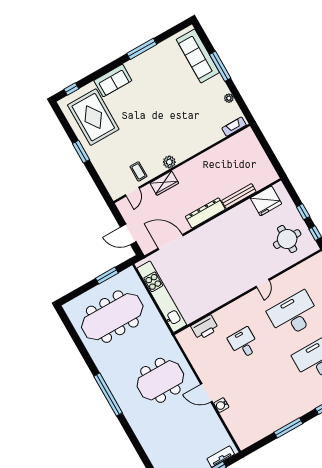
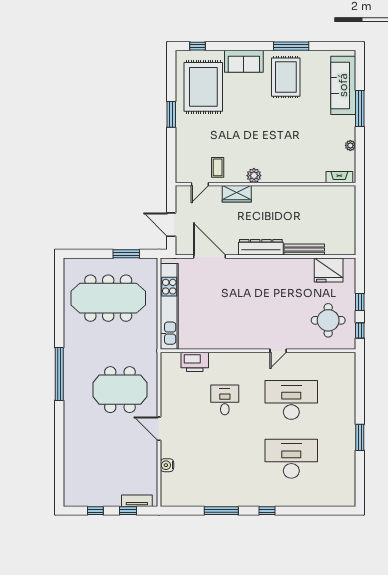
rug: (151, 74) -> (286, 77), added
water cooler: (221, 405) -> (167, 465), moved

